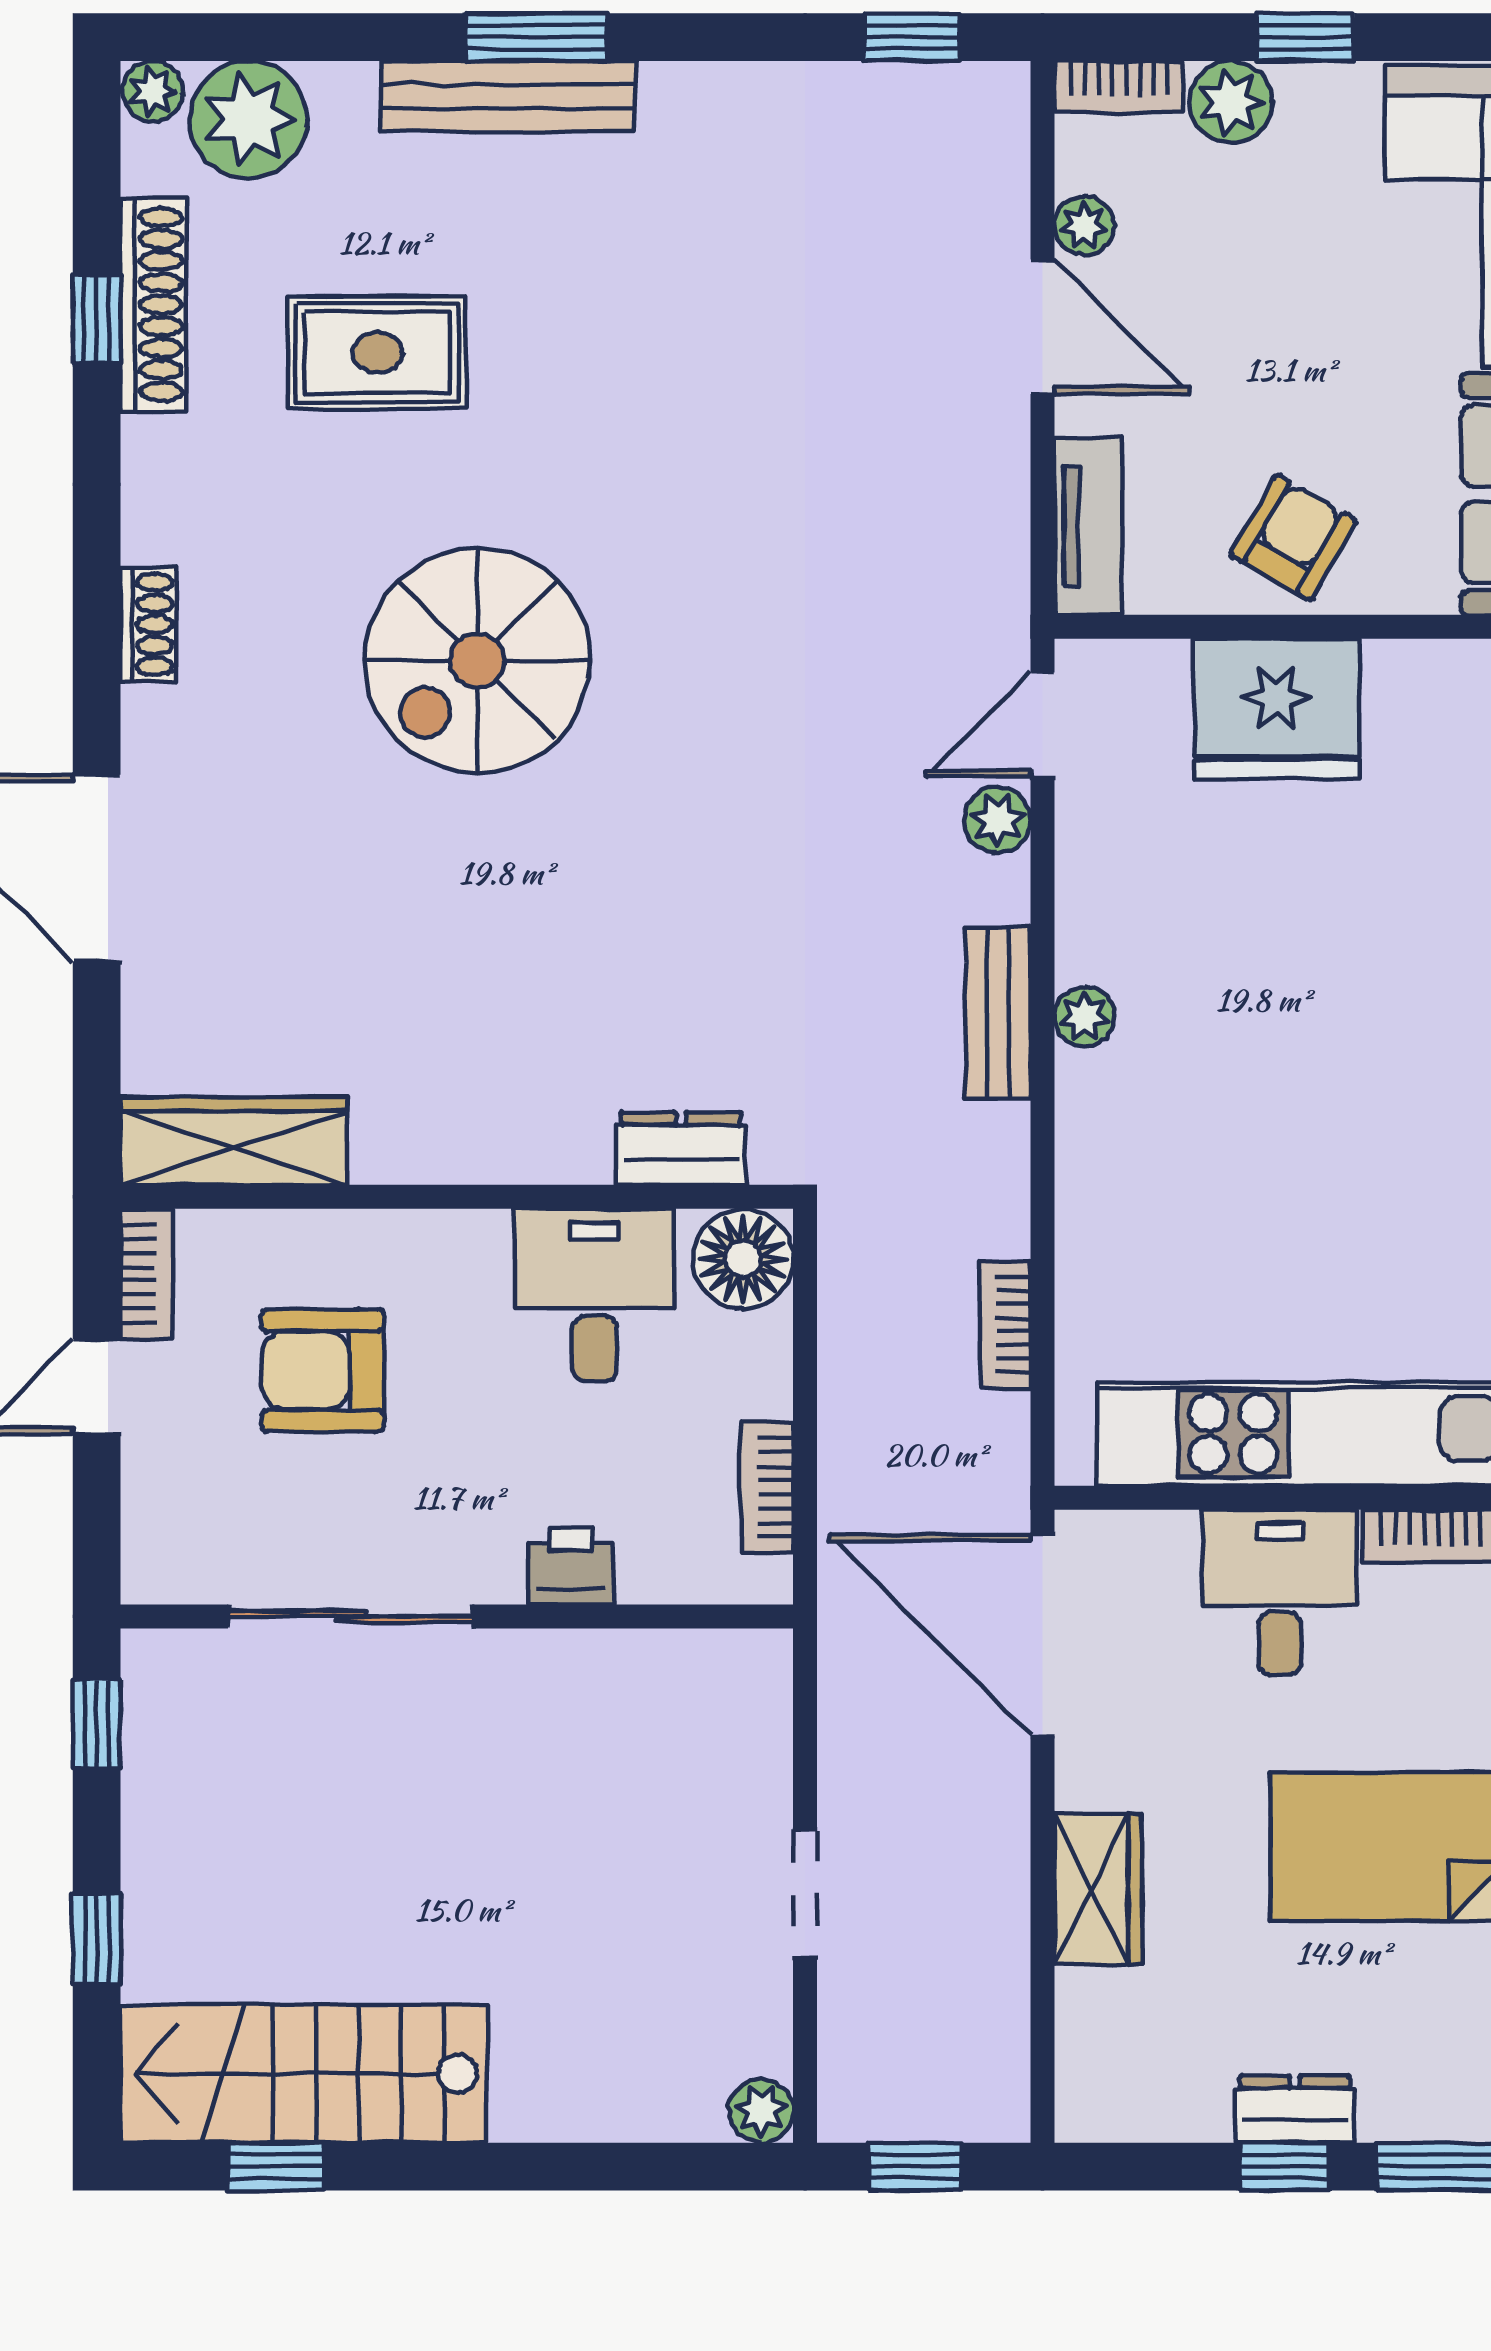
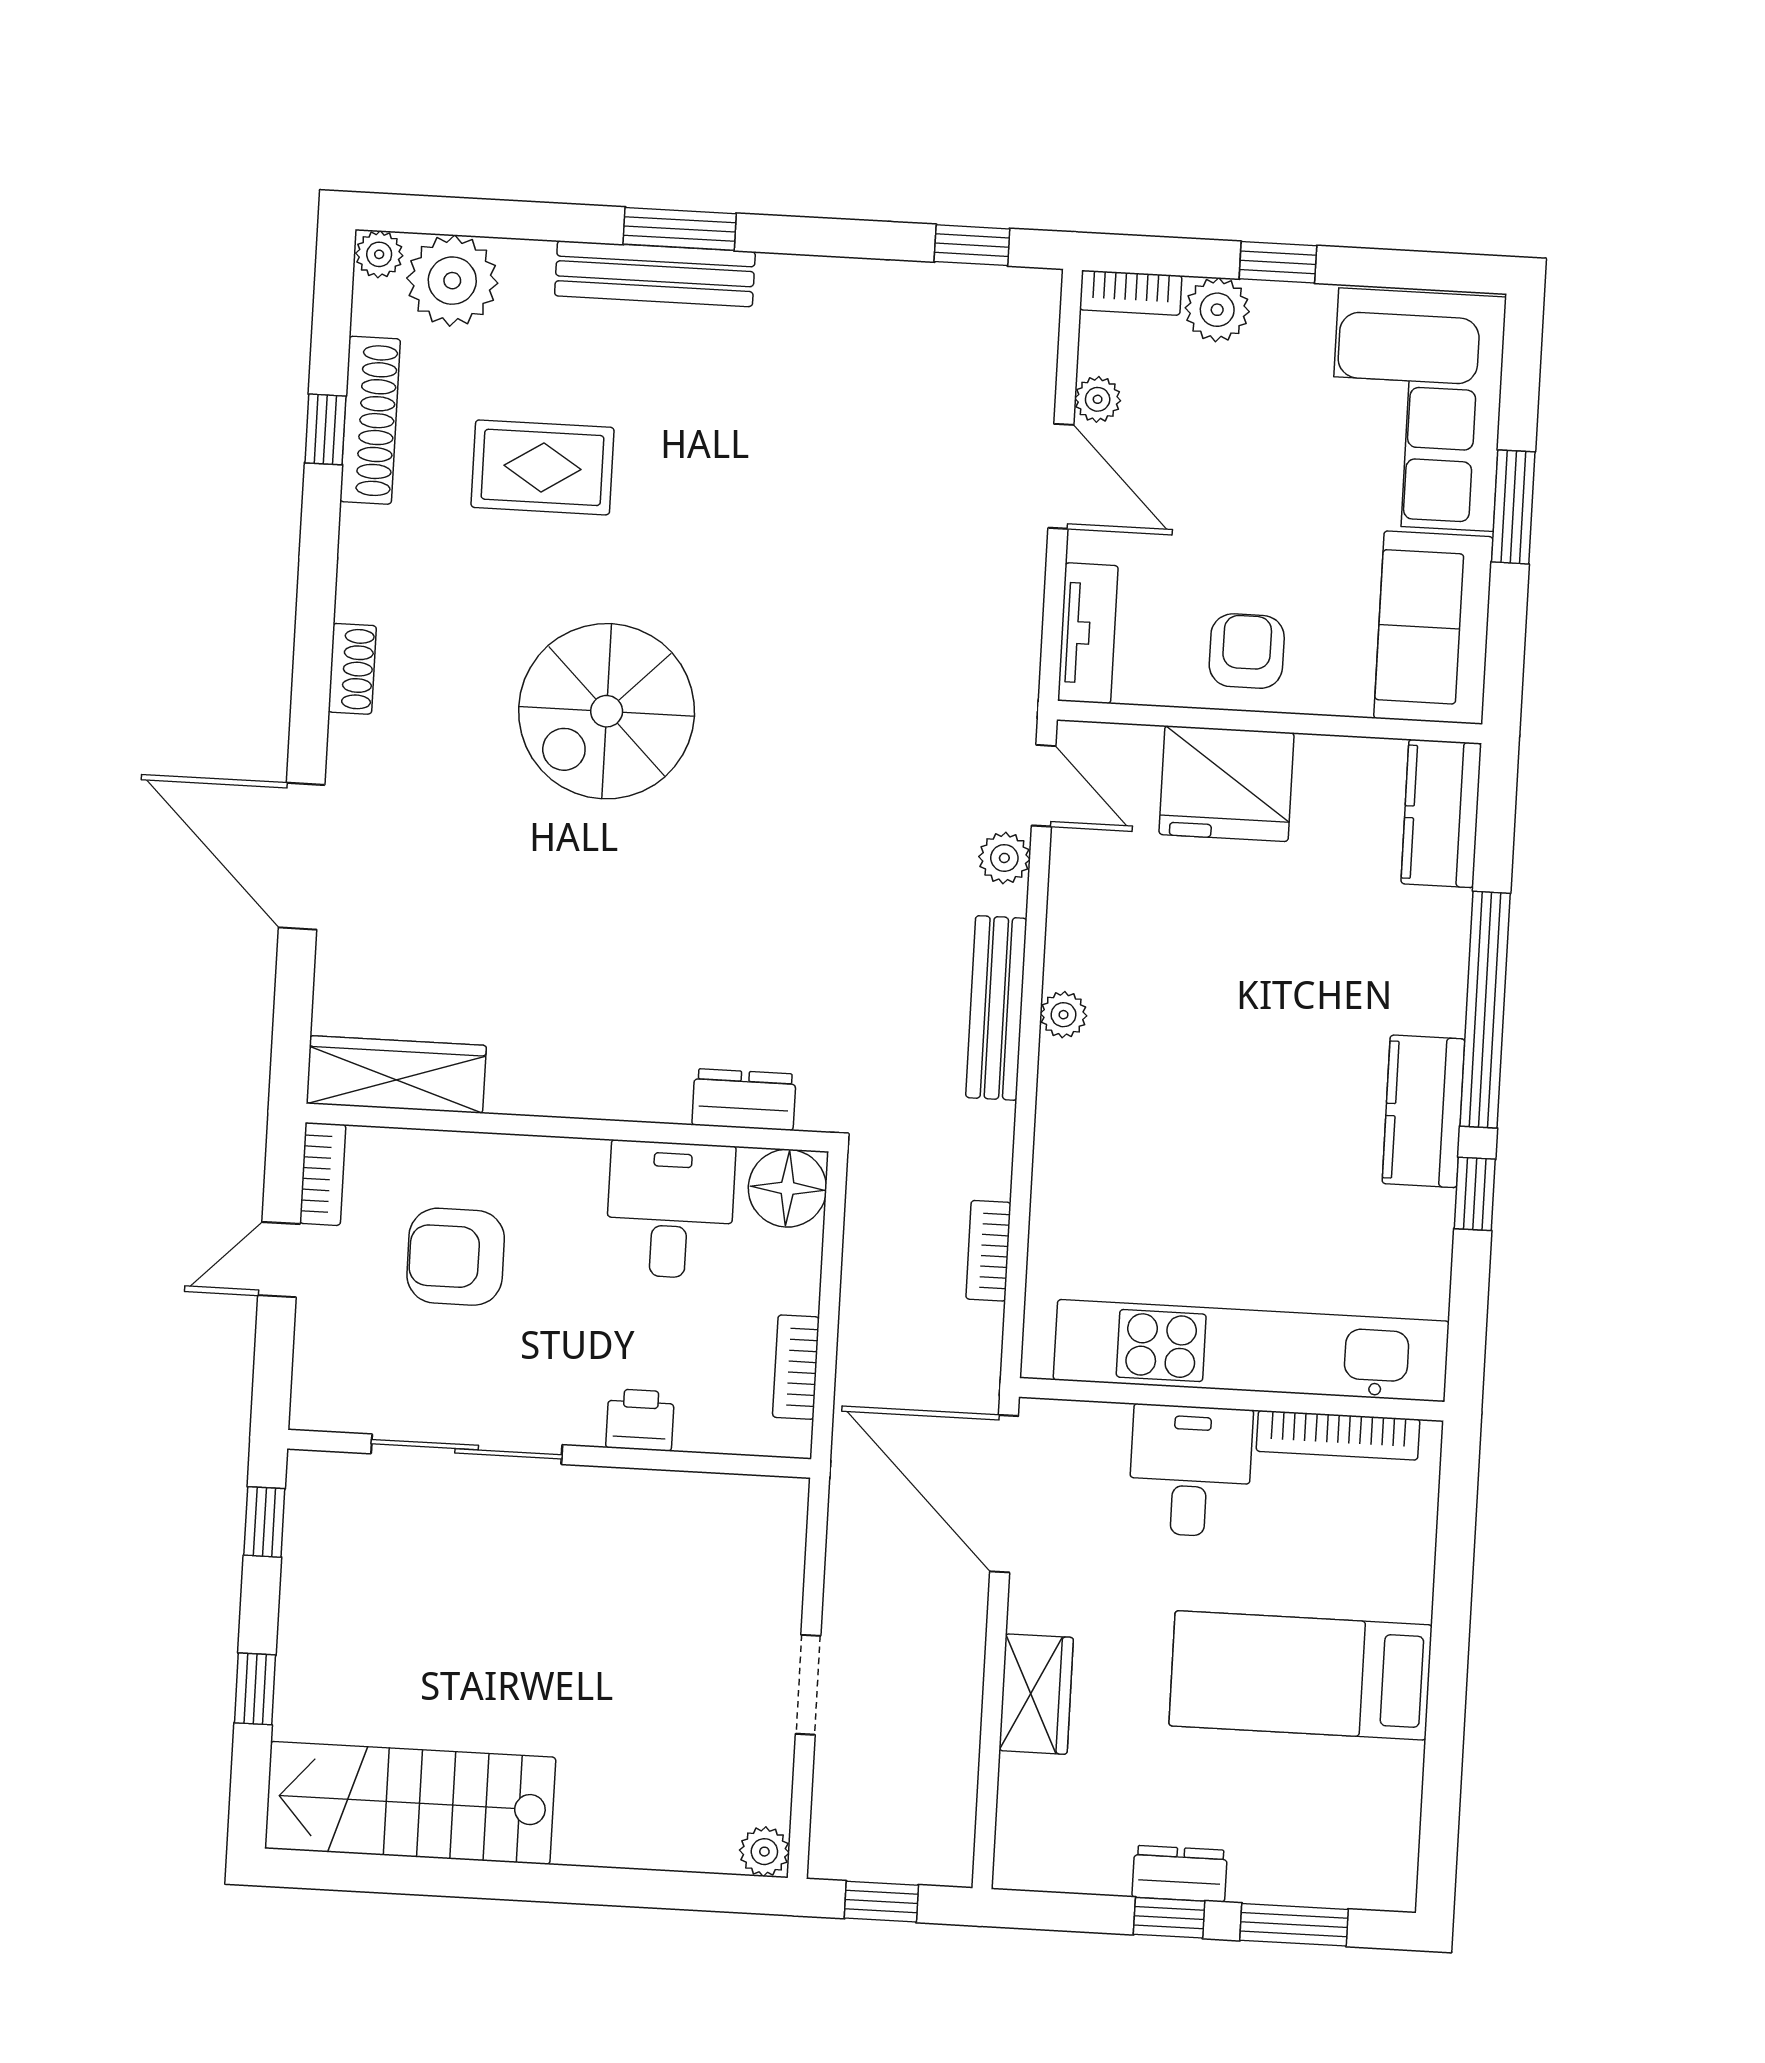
armchair: (1293, 537) -> (1247, 651), turned -30
door: (1043, 725) -> (1044, 786), swing flipped
bench: (998, 1013) -> (996, 1008), width x1.36
window: (276, 2167) -> (384, 1874), removed

